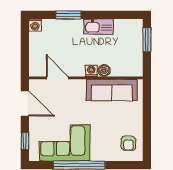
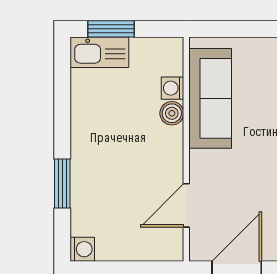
kitchen sink: (98, 27) -> (99, 52), moved, turned 90
washing machine: (91, 71) -> (172, 88), moved

